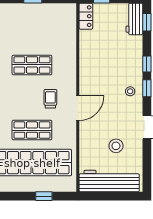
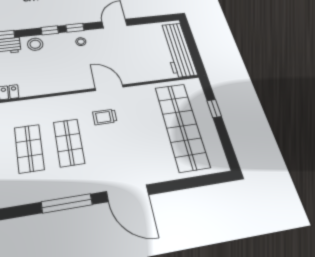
shop shelf: (32, 130) -> (29, 148), moved
stool: (116, 146) -> (35, 44), moved

